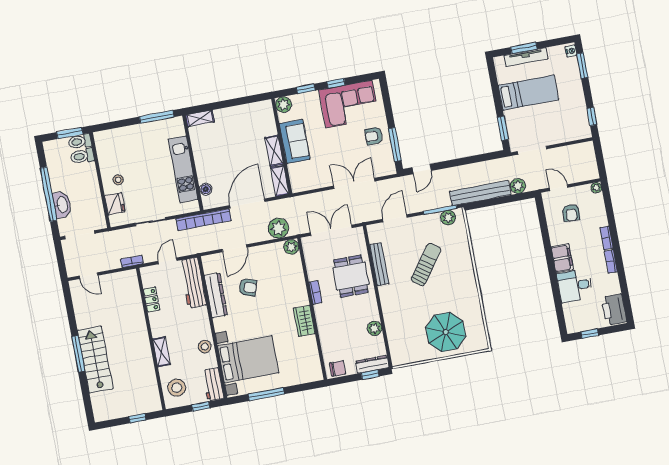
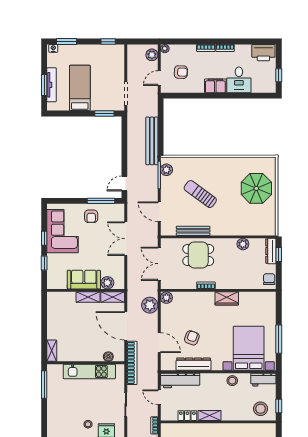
plant: (284, 105) -> (107, 283), moved
door: (422, 169) -> (124, 183), swing flipped
plant: (518, 186) -> (152, 55), moved
shelving: (161, 352) -> (210, 415), moved
window: (201, 406) -> (279, 406), moved

